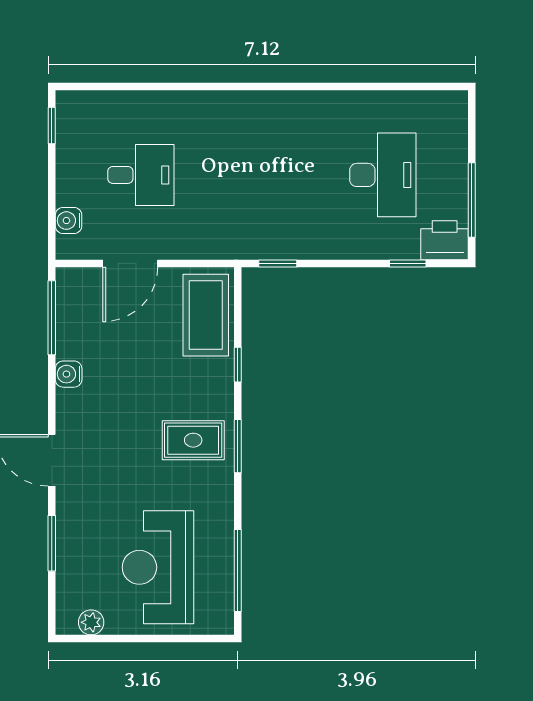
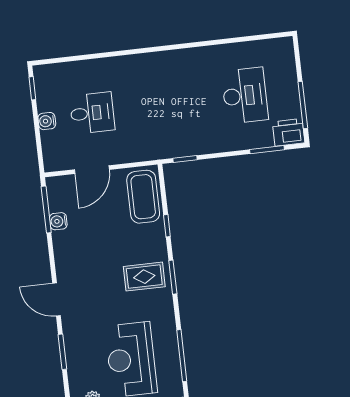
water cooler: (69, 221) -> (47, 121), moved
window: (408, 263) -> (267, 150), width x1.50
water cooler: (69, 374) -> (58, 221), moved

